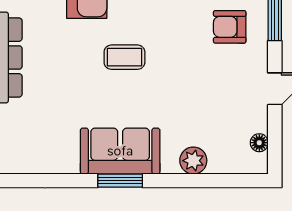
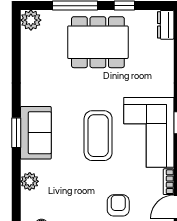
coffee table: (124, 57) -> (98, 136), width x1.86, depth x1.72

